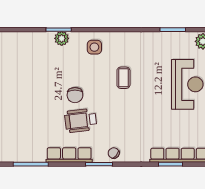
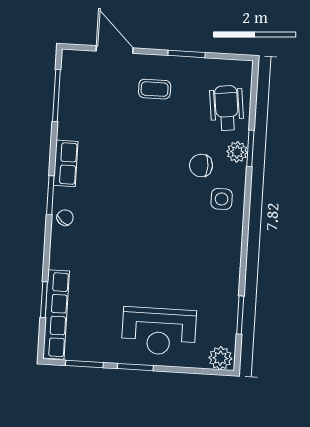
coffee table: (123, 78) -> (155, 89), moved
chair: (75, 95) -> (201, 165), moved
wheelchair: (81, 120) -> (227, 108), moved
row of seats: (69, 155) -> (66, 163), width x0.68

